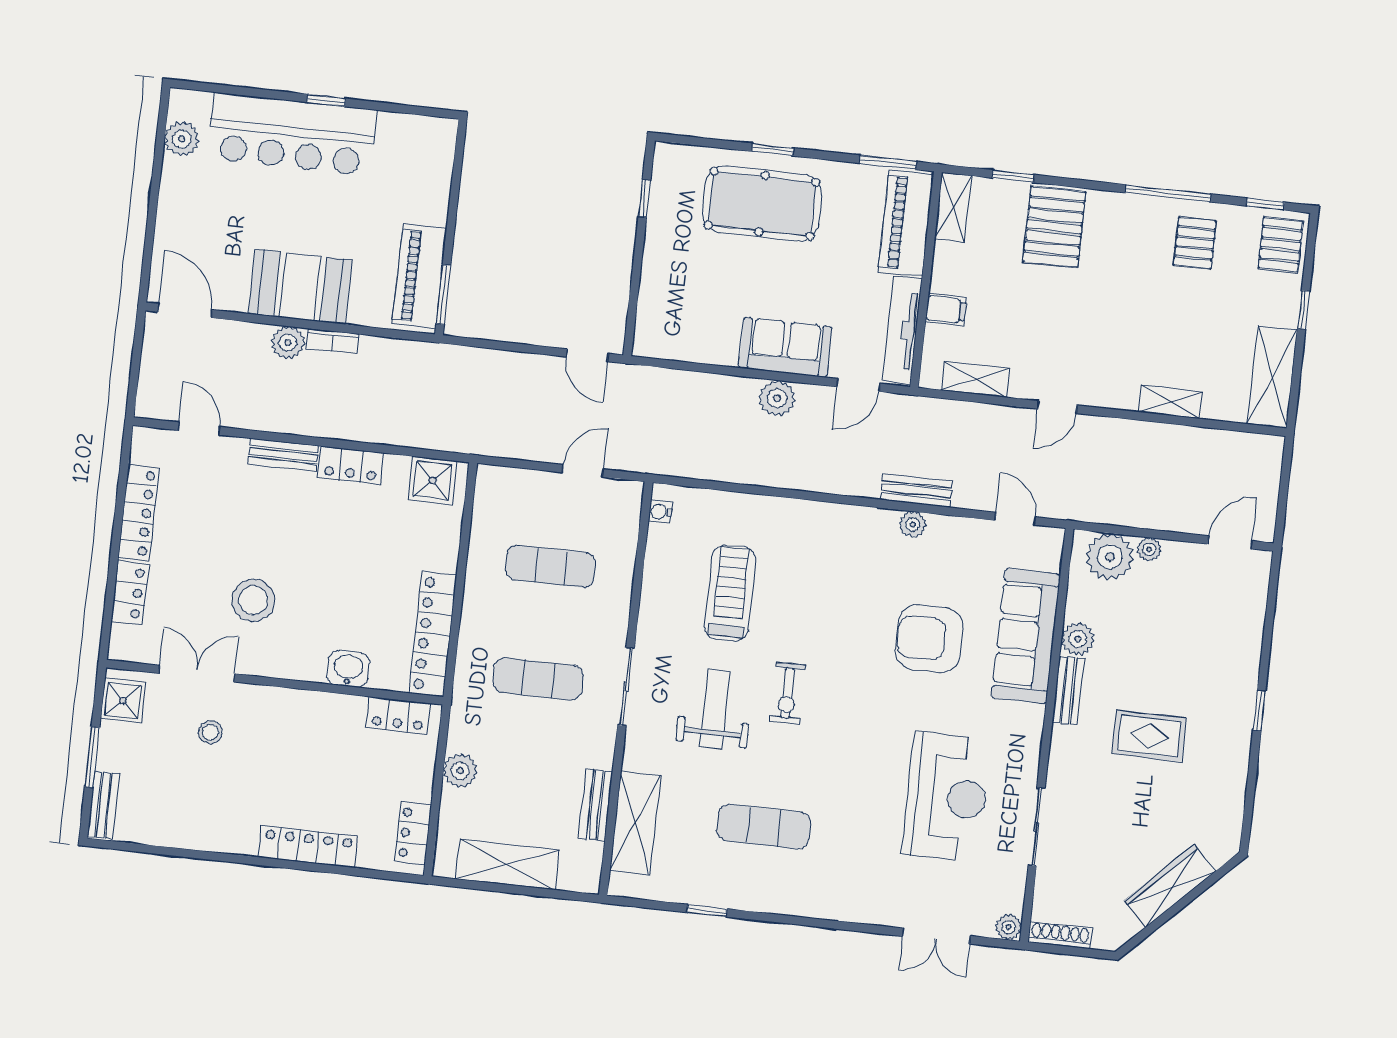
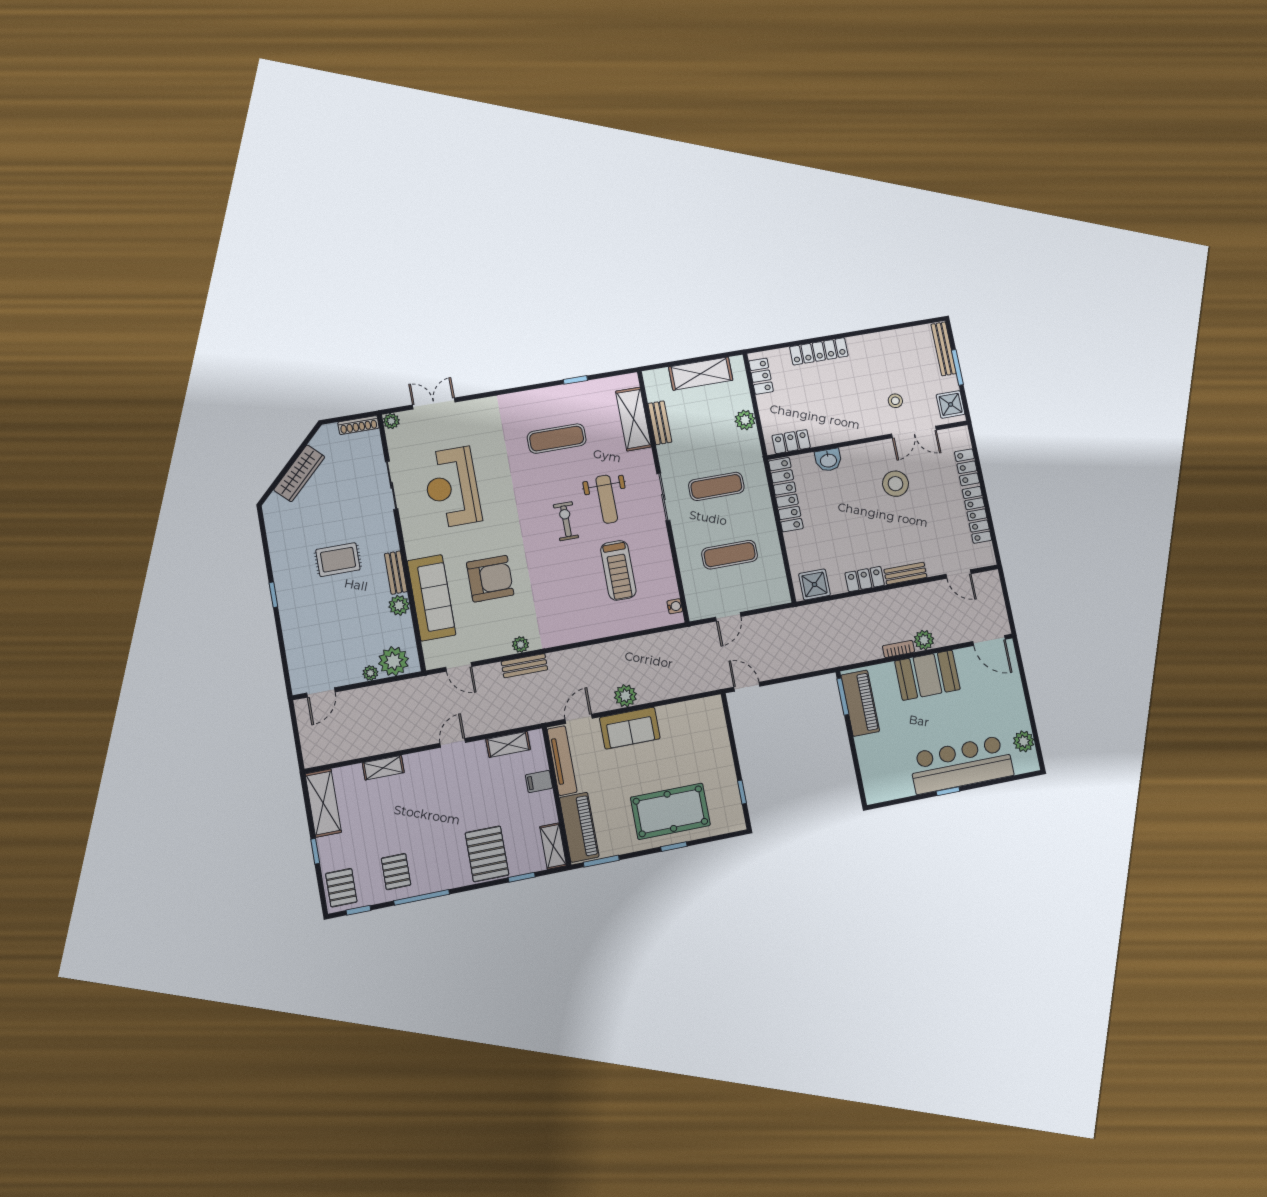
bench: (103, 805) -> (944, 349), width x1.36

